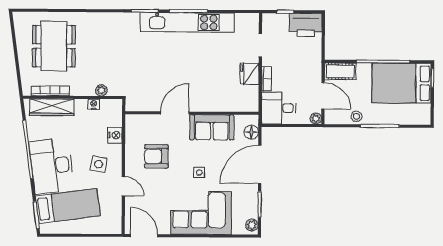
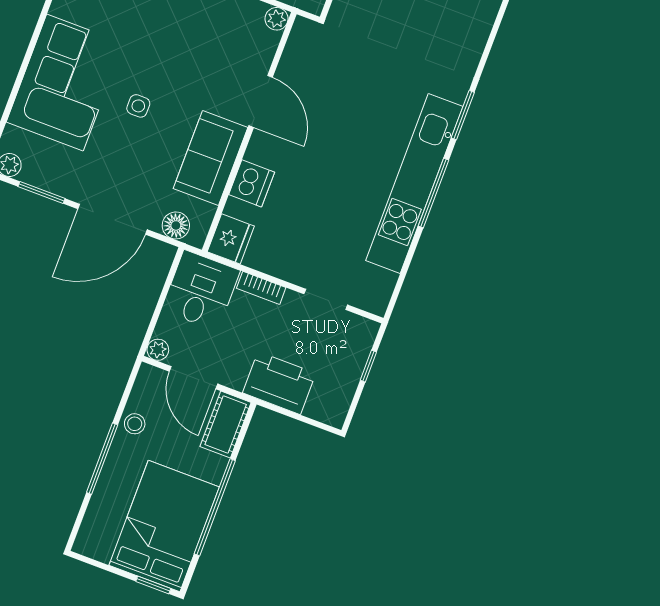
printer: (306, 25) -> (279, 383), moved, turned 90
fridge: (250, 74) -> (231, 239), moved, turned 90
door: (323, 96) -> (193, 378), hinge flipped
dishwasher: (217, 102) -> (252, 183), added
plant: (131, 120) -> (277, 19), added
armchair: (156, 156) -> (195, 40), removed
door: (260, 164) -> (113, 219), swing flipped

